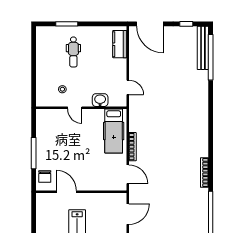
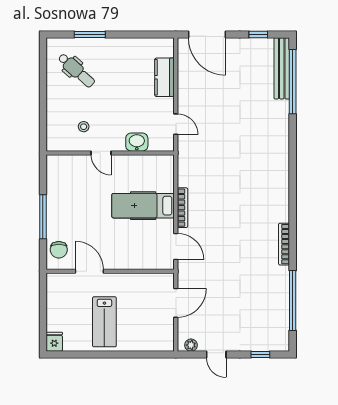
kitchen counter: (120, 44) -> (165, 77), moved
dental chair: (73, 52) -> (76, 70), moved, turned -48
hospital bed: (114, 131) -> (143, 206), moved, turned 90

